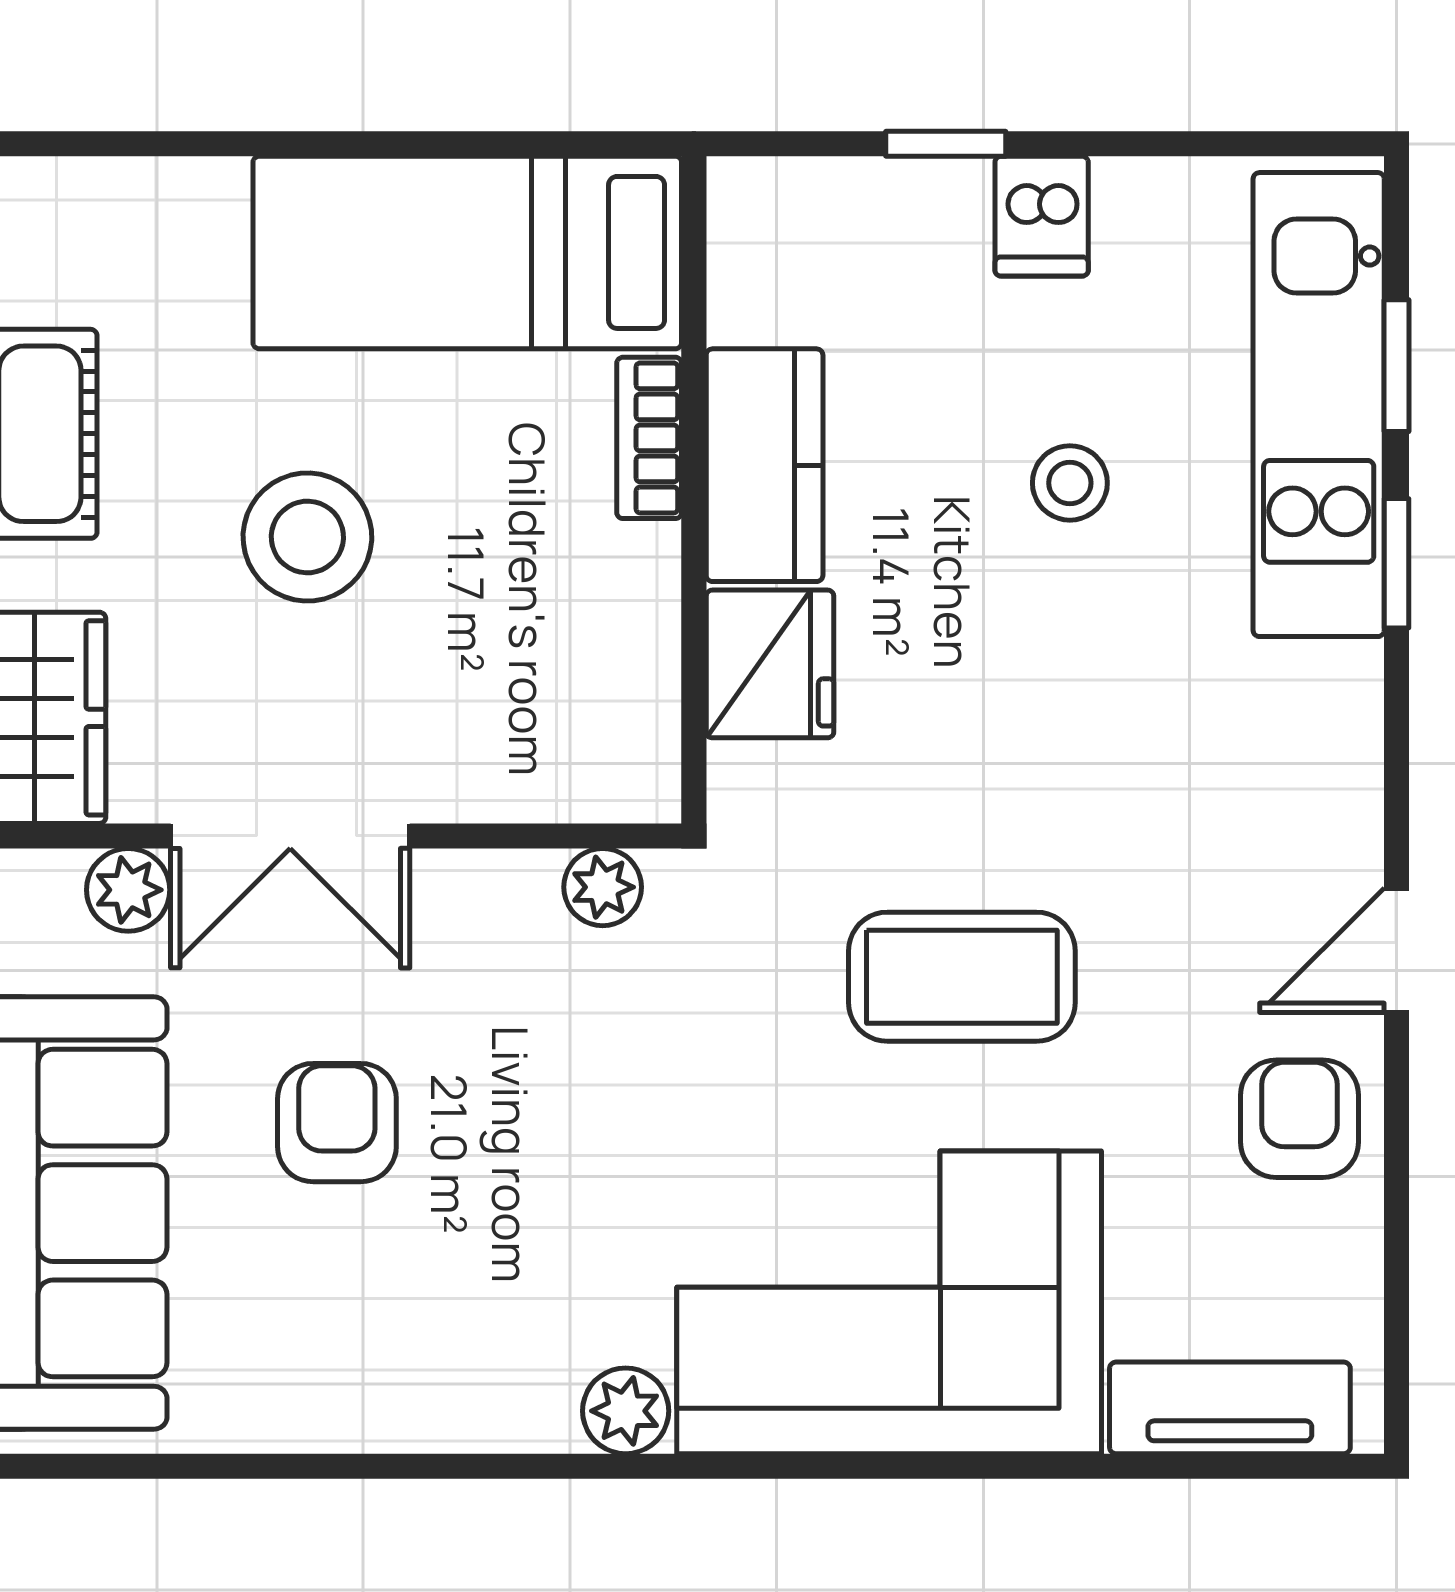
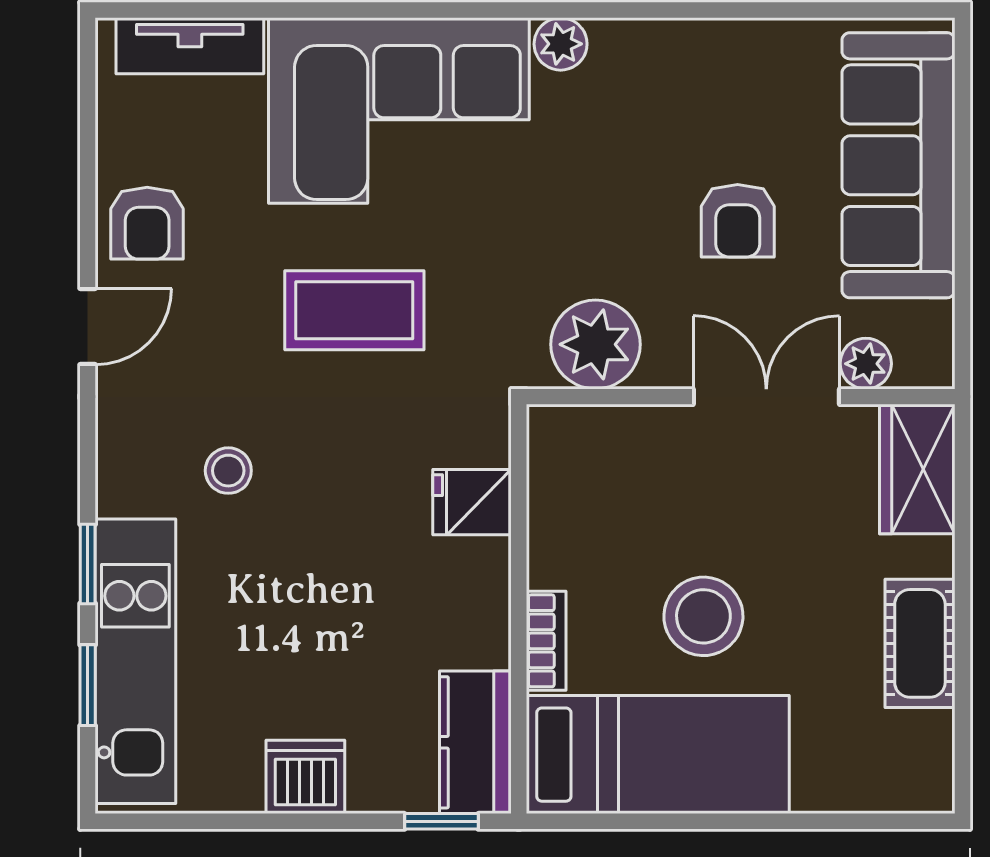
window: (946, 144) -> (441, 821), moved
dishwasher: (1042, 216) -> (305, 777), width x1.38
kitchen counter: (765, 465) -> (475, 742), moved
stool: (1070, 483) -> (228, 471), moved
stool: (307, 537) -> (703, 616), moved
fridge: (770, 664) -> (472, 502), width x0.72
plant: (603, 887) -> (595, 344), width x1.88, depth x1.88

